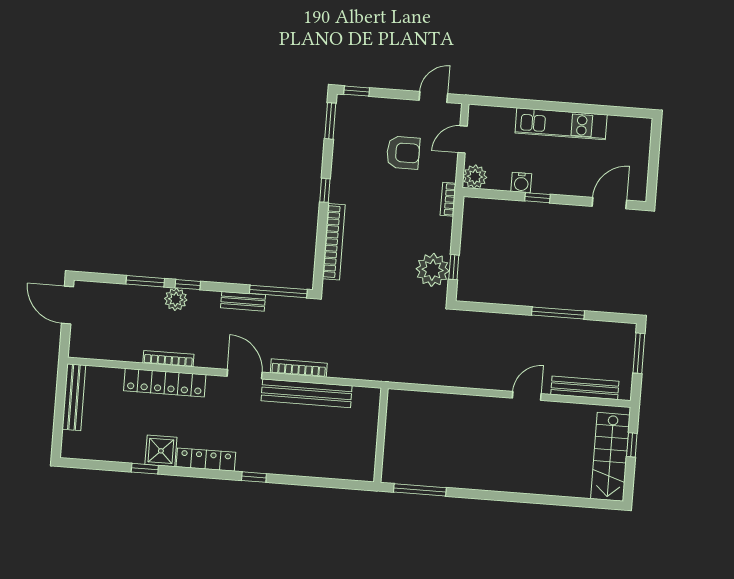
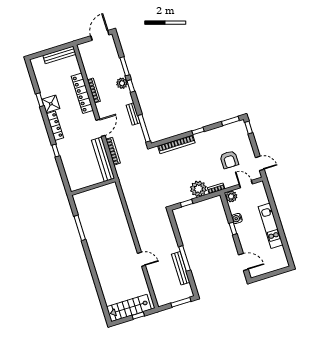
plant: (433, 270) -> (198, 189), moved
bench: (585, 388) -> (181, 268), moved
wall: (381, 435) -> (93, 187), moved

